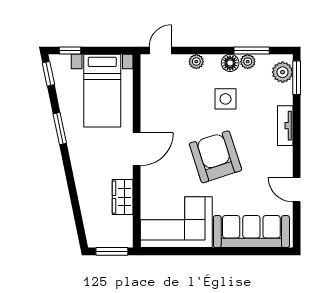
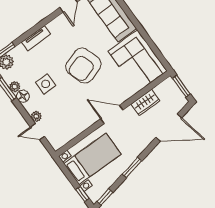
door: (160, 50) -> (38, 132), moved
door: (75, 203) -> (169, 128), added

